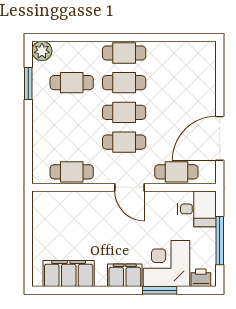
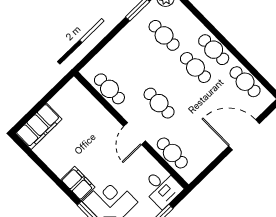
cafe table: (124, 112) -> (245, 82), moved
door: (220, 138) -> (244, 135), moved
filing cabinet: (69, 274) -> (39, 126), moved, turned 90

